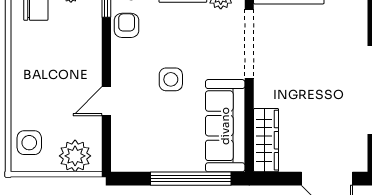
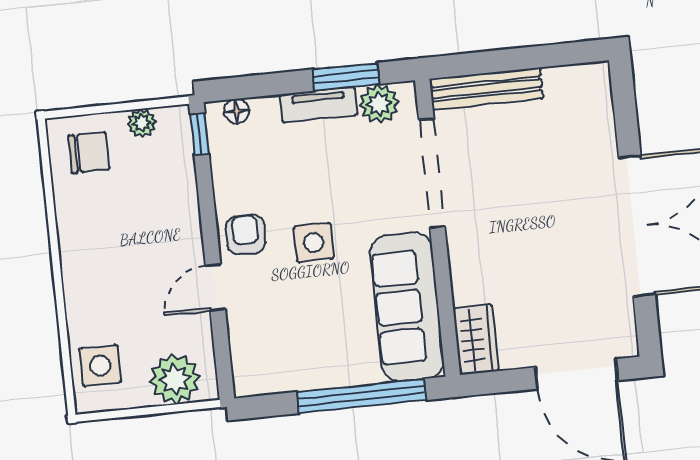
armchair: (127, 25) -> (246, 235), moved
wardrobe: (266, 140) -> (476, 340), width x0.67

